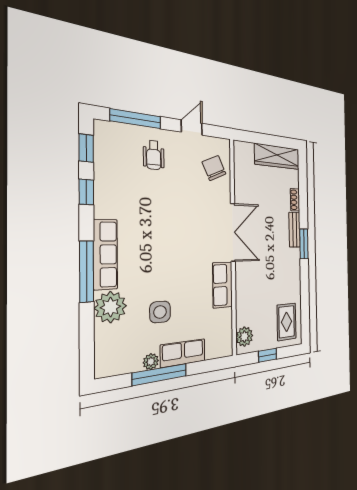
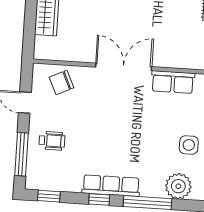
window: (86, 192) -> (99, 199), moved
row of seats: (105, 254) -> (111, 186), moved

